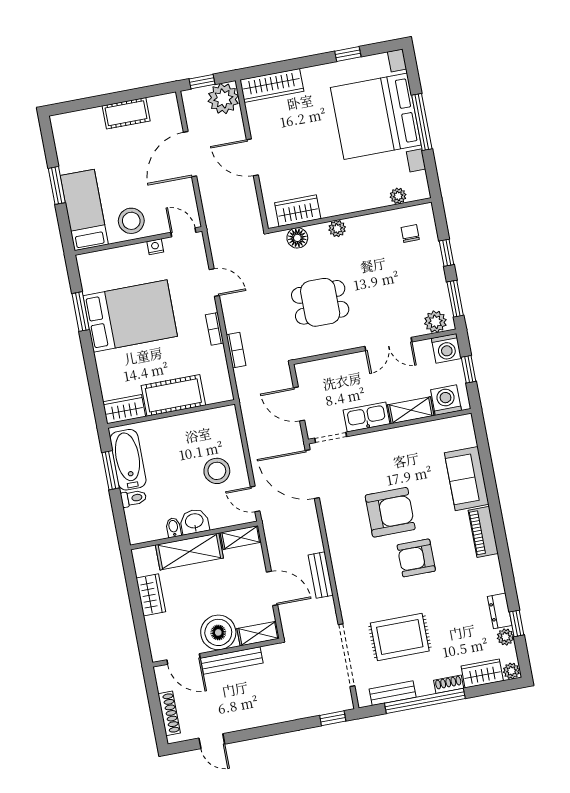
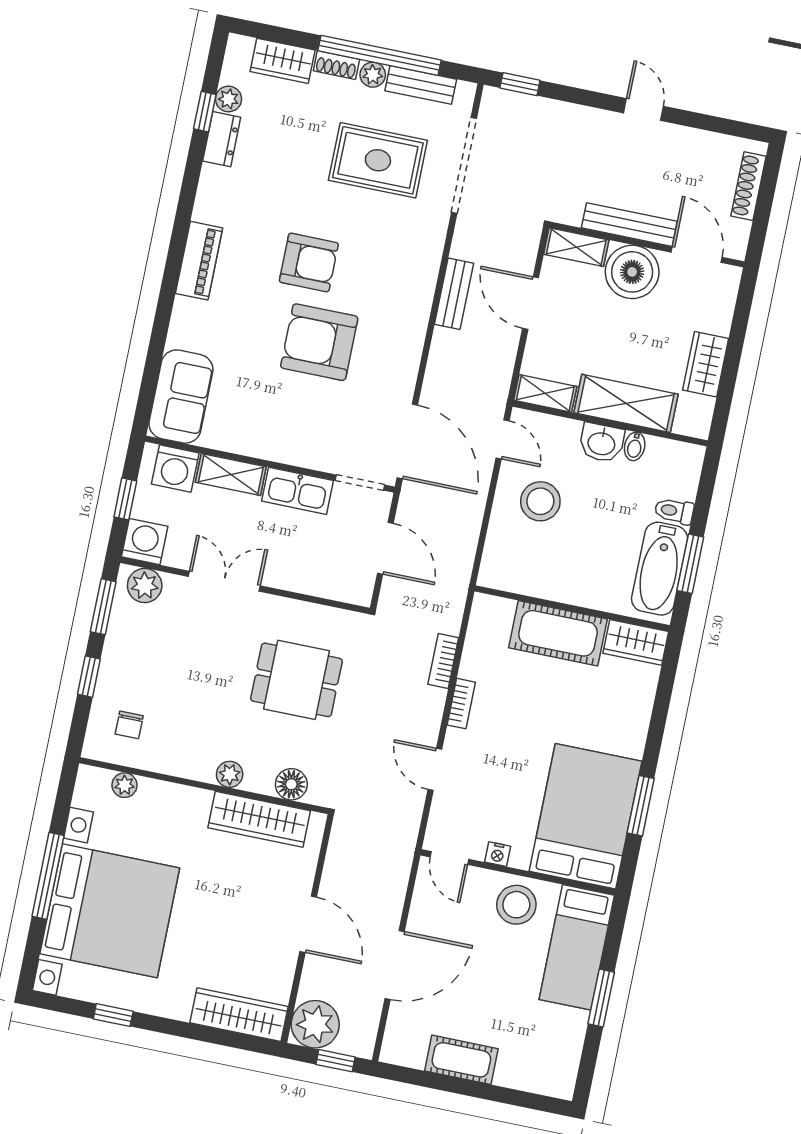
wardrobe: (298, 211) -> (259, 819), width x1.50
bed: (130, 316) -> (586, 816), moved, turned 90
sofa: (467, 479) -> (181, 397), moved
plant: (511, 671) -> (373, 75), moved
door: (212, 741) -> (644, 110), moved

